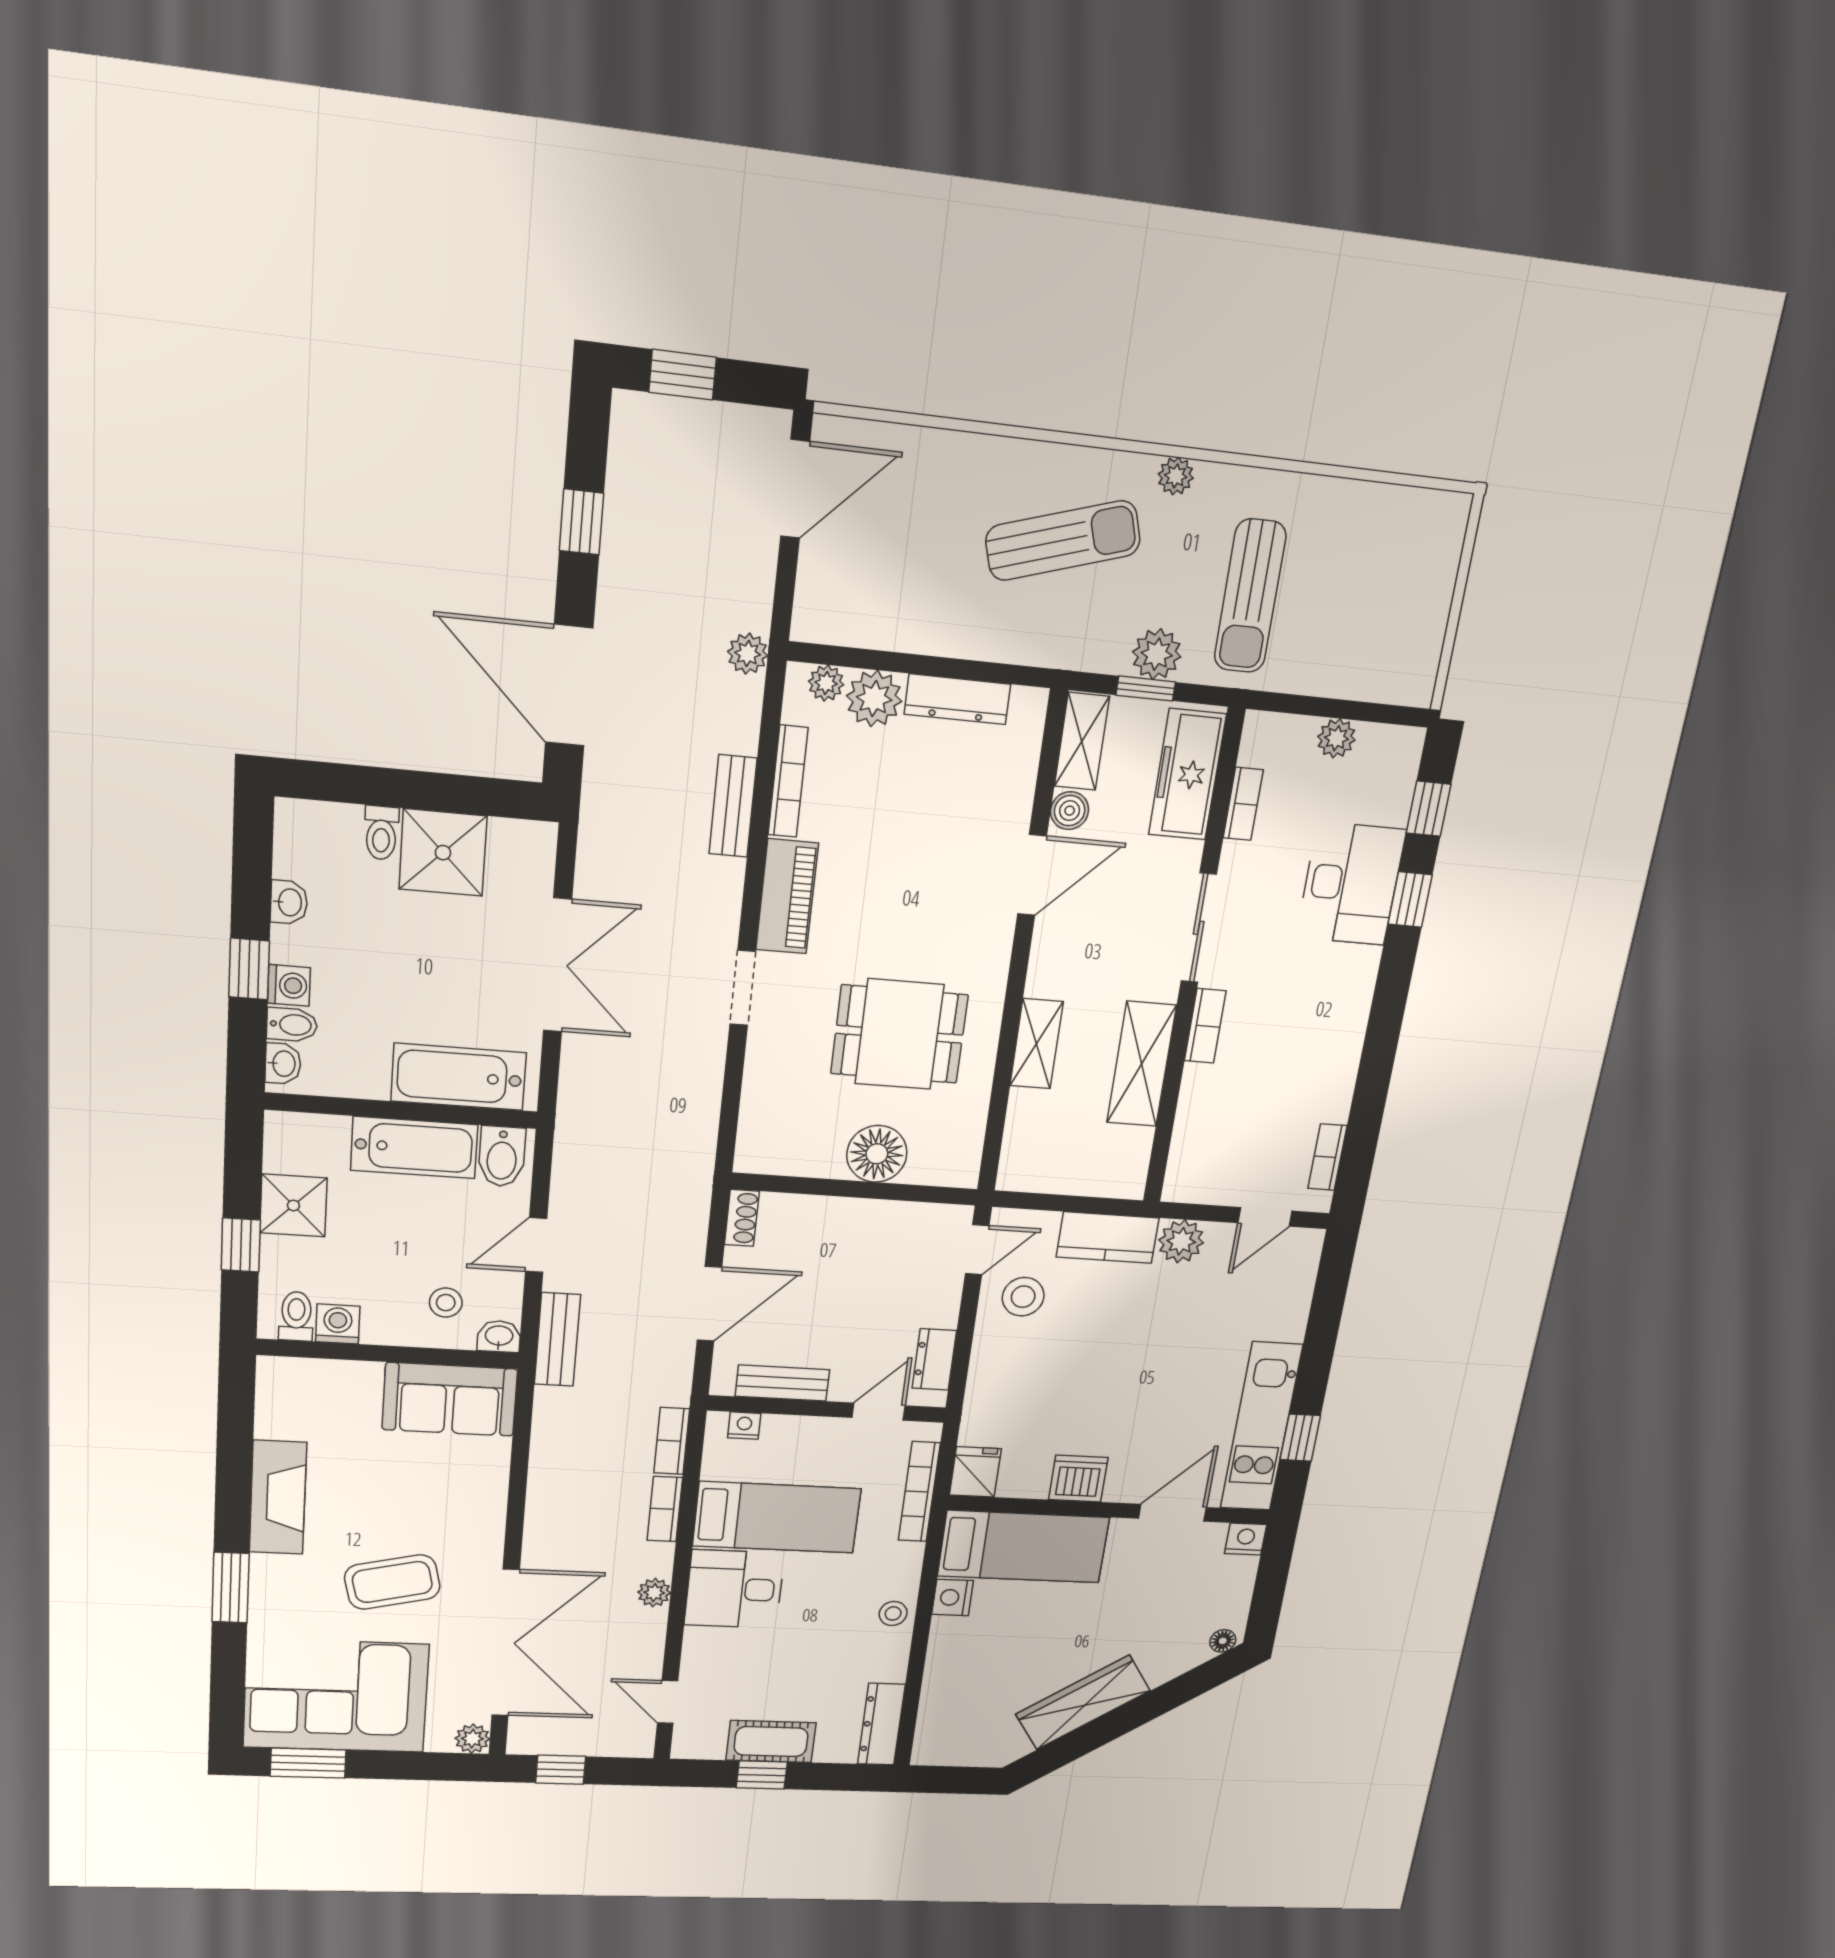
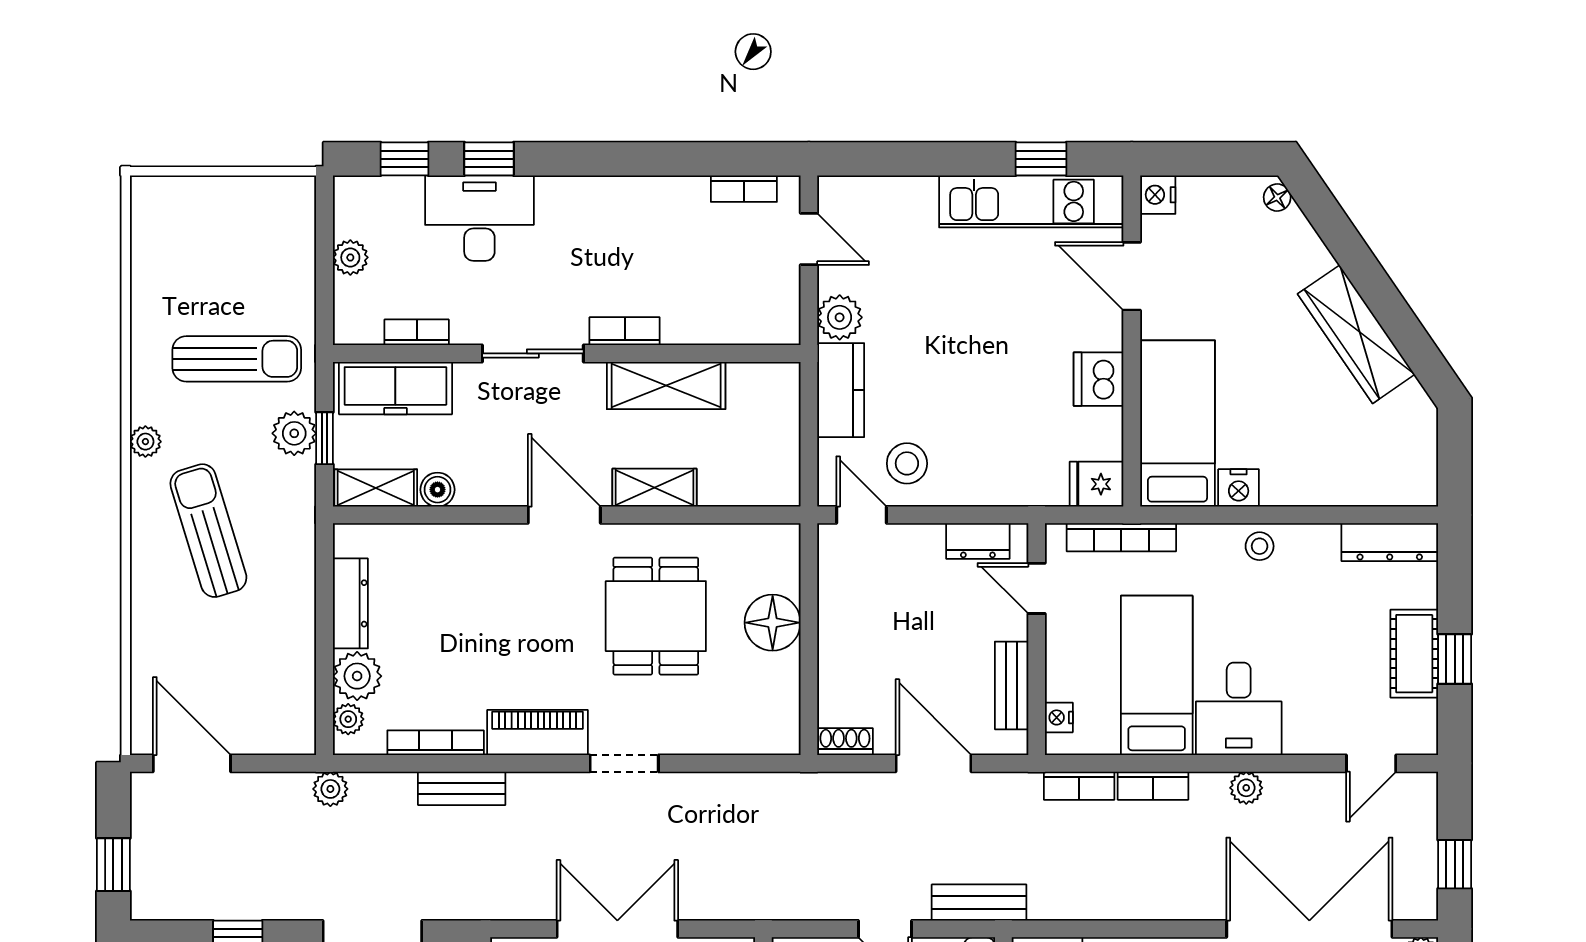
door: (1032, 875) -> (564, 515), moved

